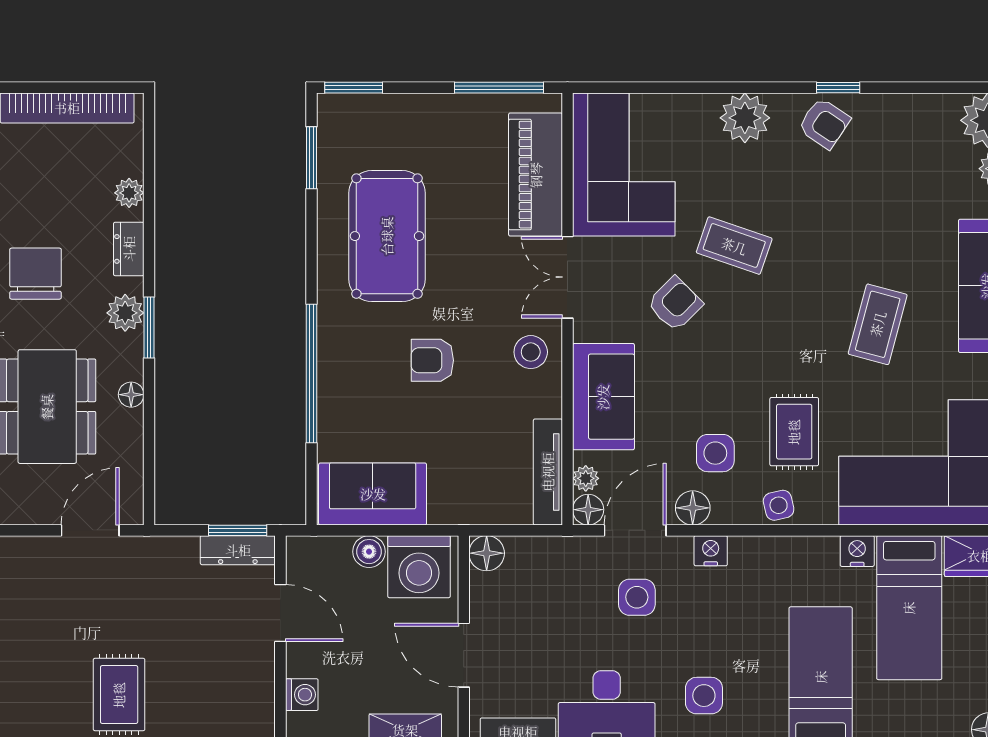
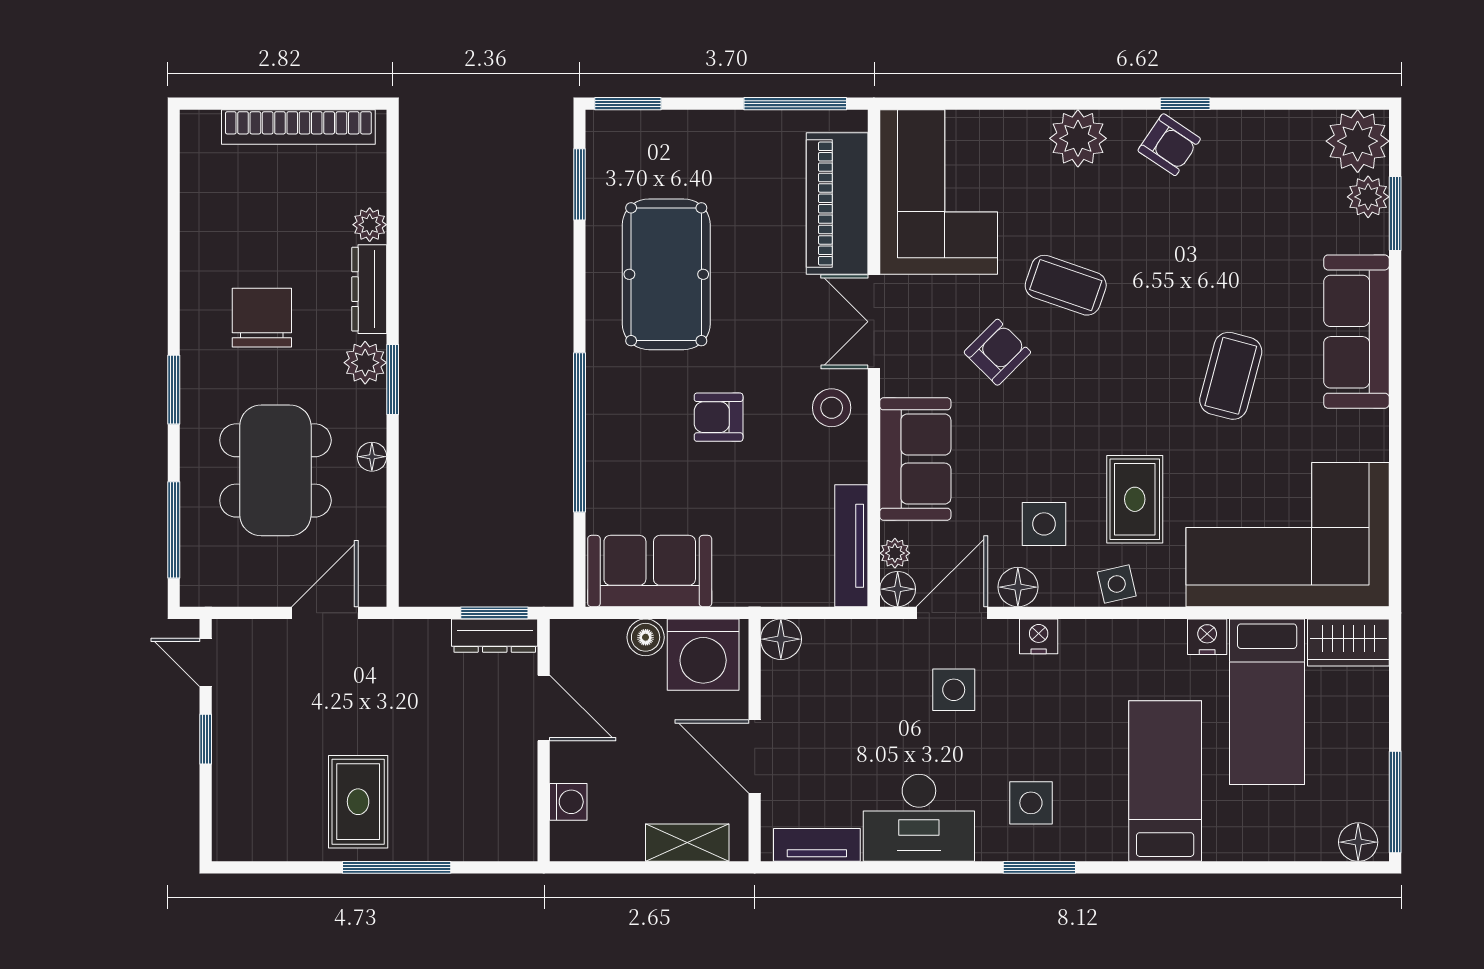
dresser: (129, 249) -> (369, 289), width x1.44

